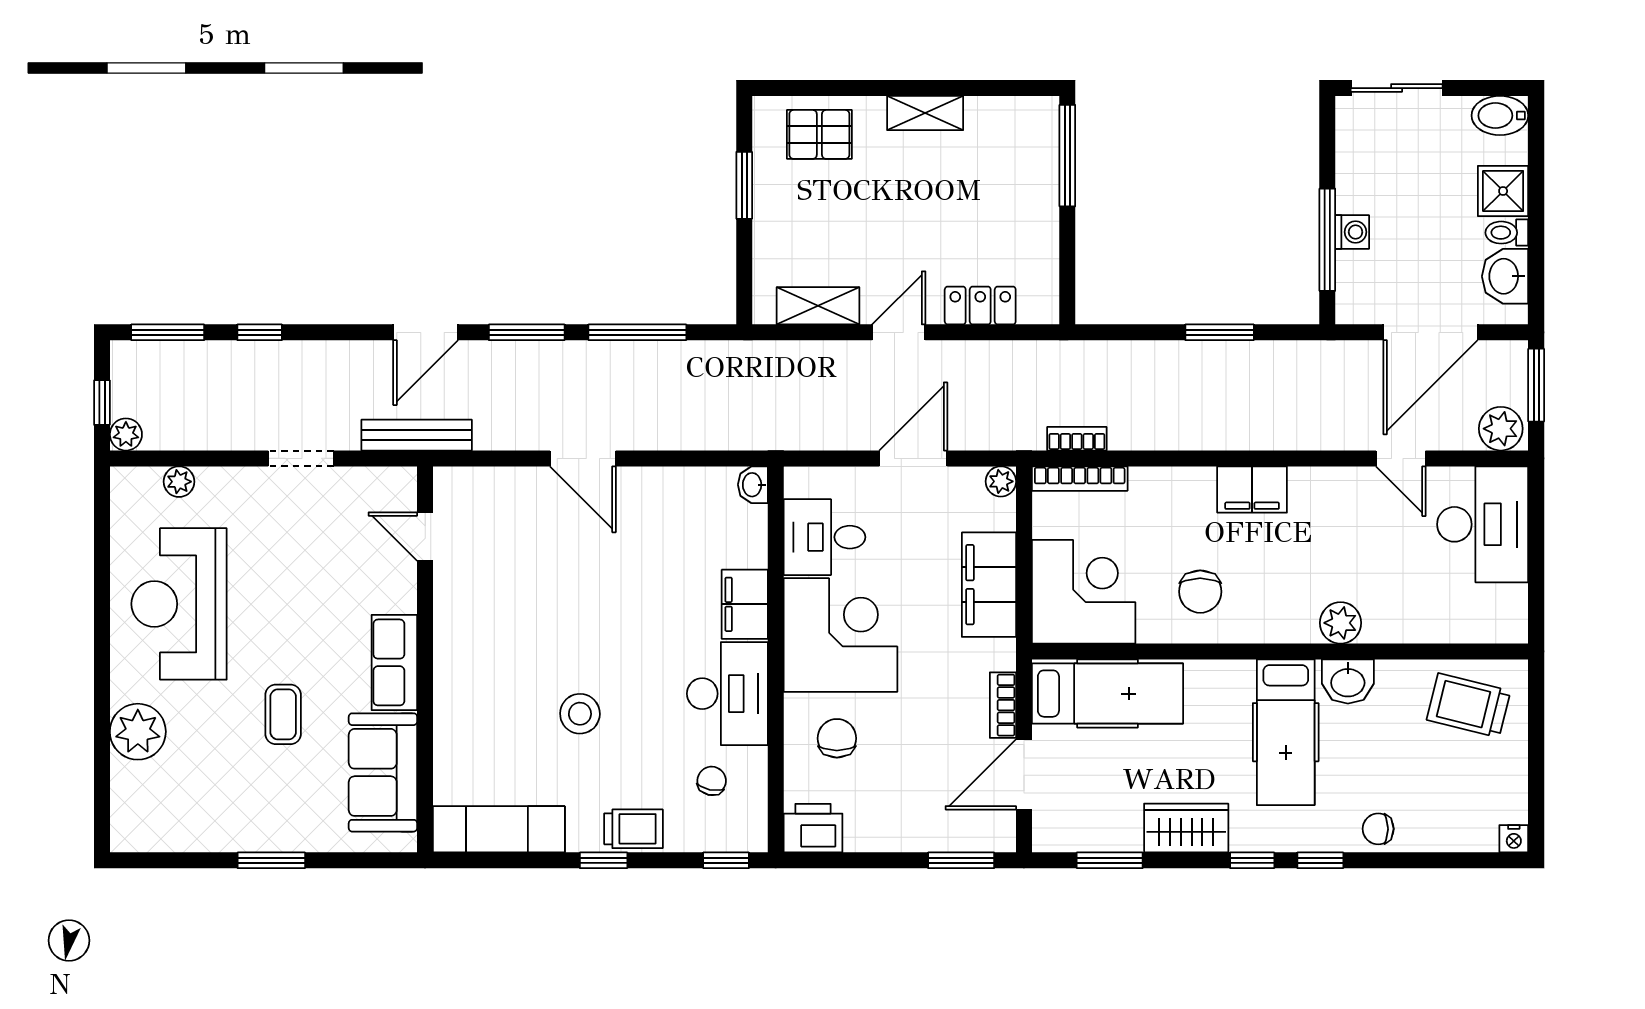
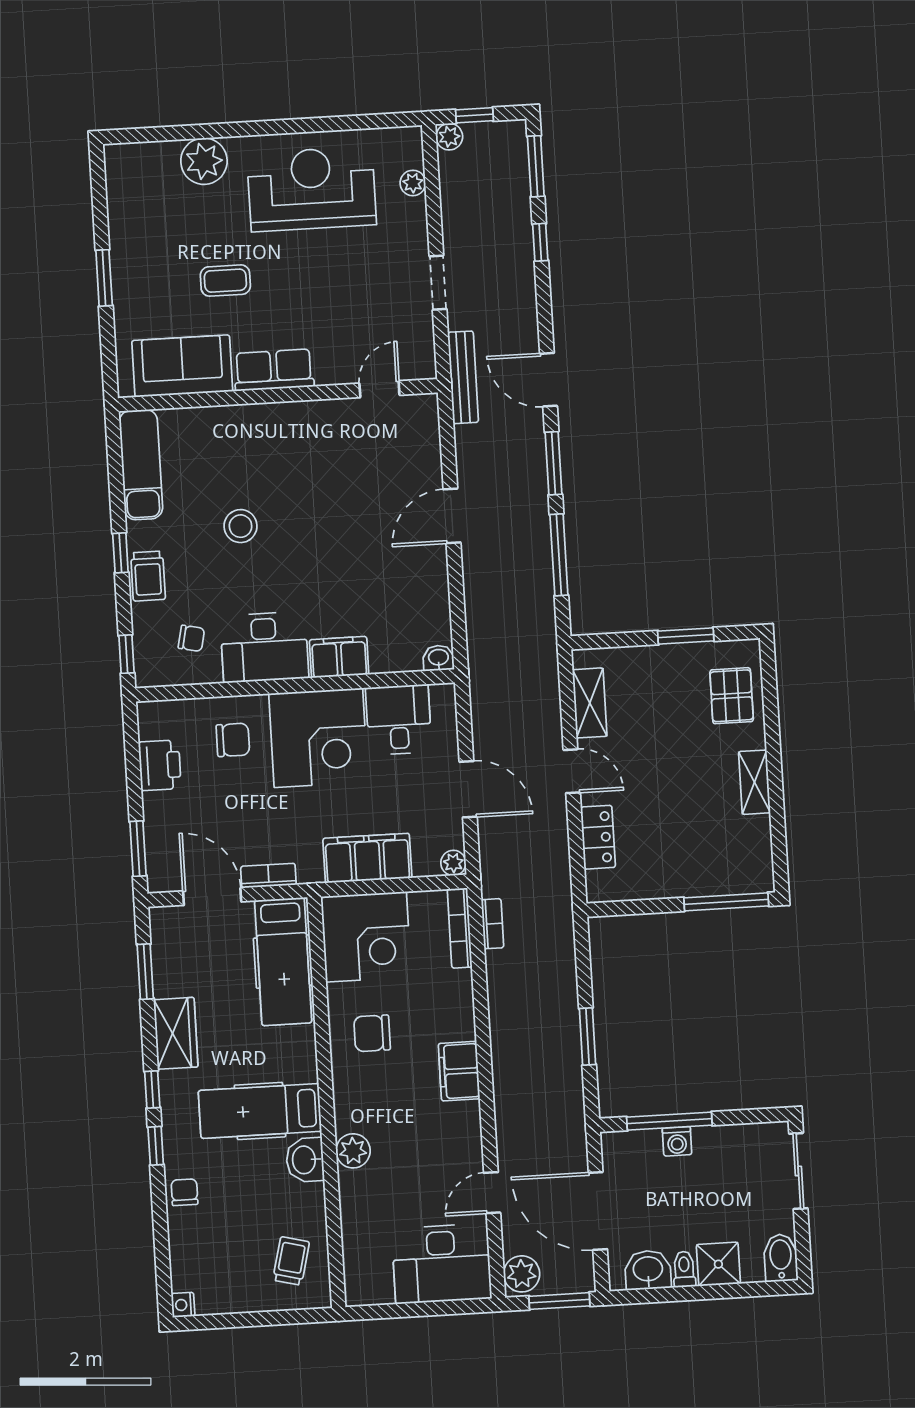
trolley: (1469, 705) -> (291, 1261), width x0.73, depth x0.72
printer: (813, 828) -> (160, 765), moved

